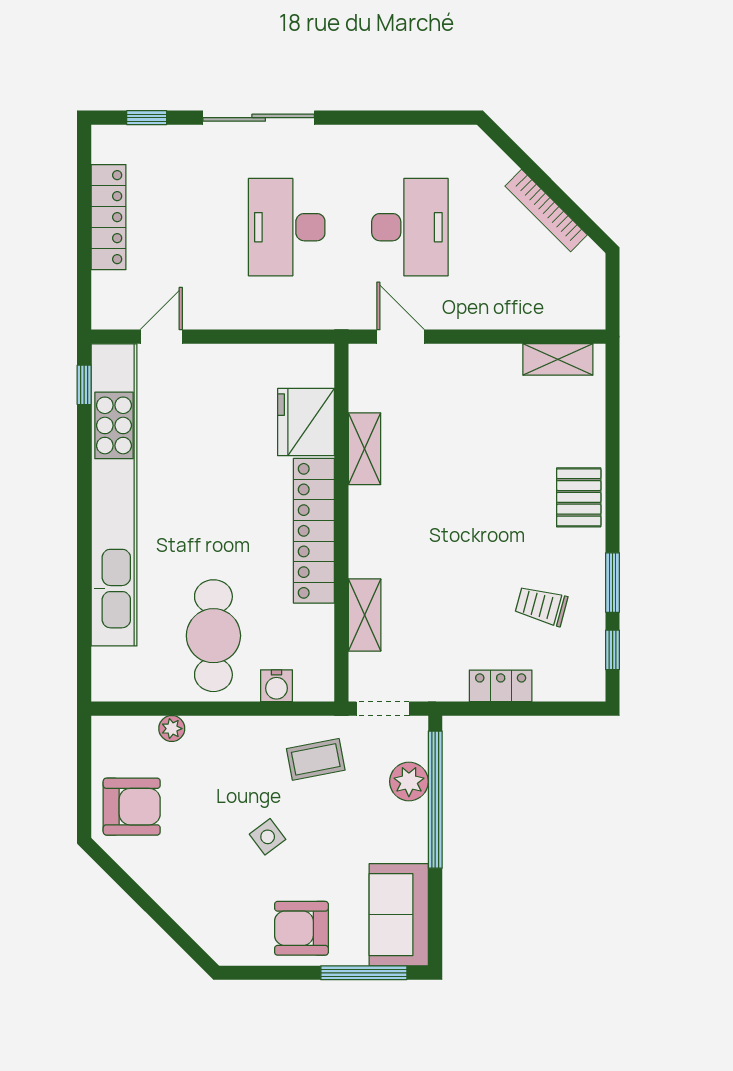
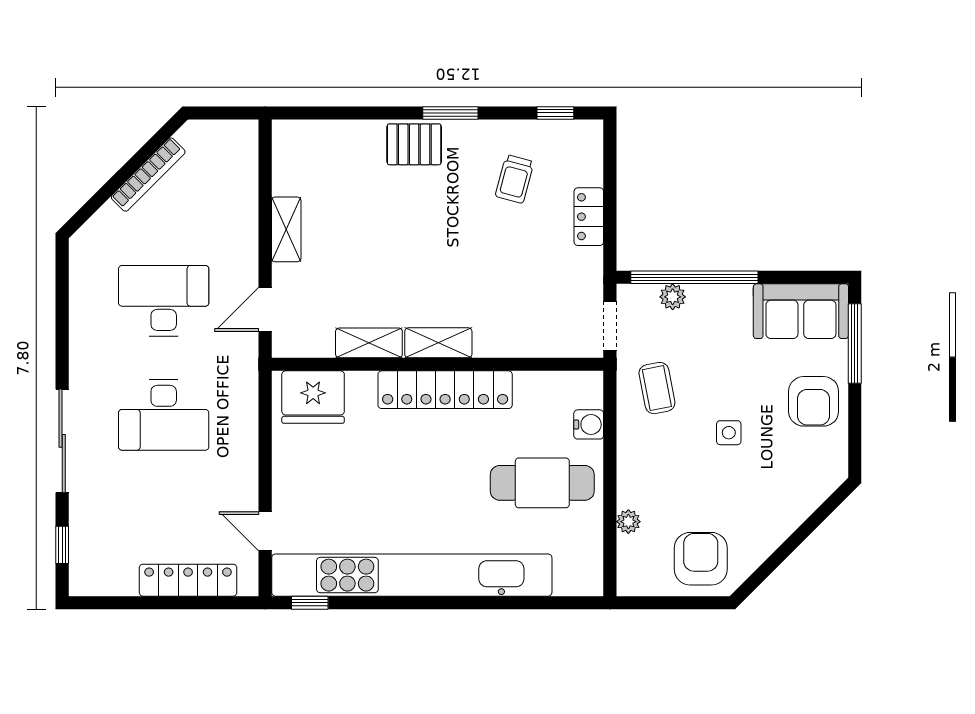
locker: (108, 217) -> (188, 580), moved
shelving: (558, 359) -> (286, 229), moved
fridge: (306, 422) -> (313, 397), moved
window: (613, 583) -> (450, 113), moved
shelving: (365, 615) -> (438, 343), moved
plant: (409, 781) -> (673, 297), width x0.73, depth x0.73
side table: (268, 837) -> (729, 433), turned 37

